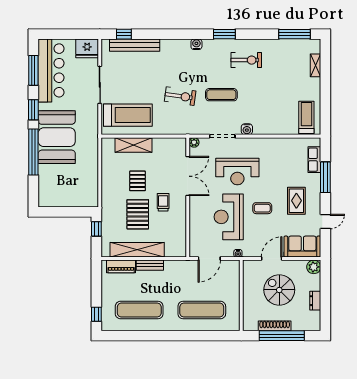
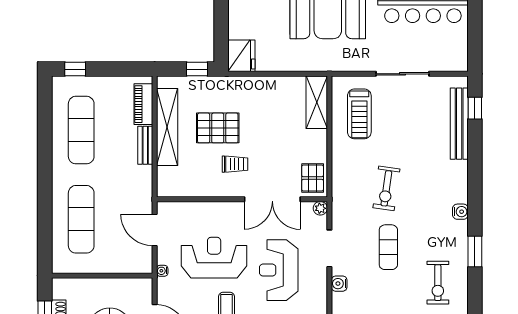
fridge: (87, 48) -> (241, 56), moved, turned 180
treadmill: (128, 115) -> (359, 114), width x0.73, depth x0.73
shelving: (134, 145) -> (317, 102), moved
pallet: (137, 181) -> (313, 178), moved, turned 90

